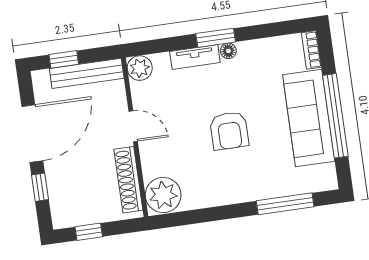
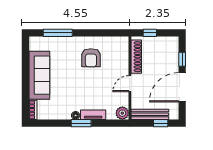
window: (335, 116) -> (25, 74), removed
door: (133, 126) -> (130, 84), hinge flipped
armchair: (229, 131) -> (91, 58), moved, turned 180
plant: (163, 195) -> (120, 46), removed
window: (89, 232) -> (150, 33), moved

